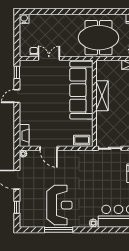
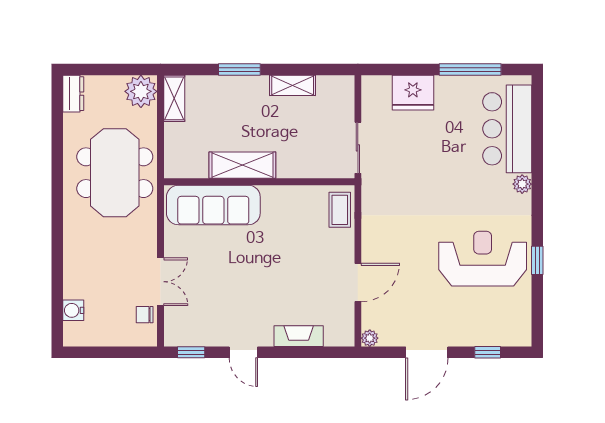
water cooler: (24, 19) -> (73, 310), moved
double door: (49, 58) -> (161, 282), swing flipped
sofa: (81, 90) -> (213, 205), width x0.74, depth x0.79
fireplace: (24, 136) -> (299, 336), moved
window: (59, 230) -> (537, 260), width x0.46

